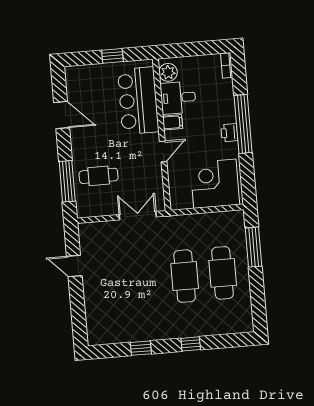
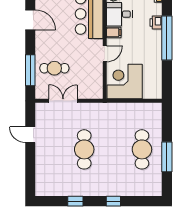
printer: (229, 133) -> (156, 22), moved
corner desk: (215, 184) -> (125, 81), moved
double door: (138, 216) -> (63, 101), moved
window: (253, 247) -> (167, 157), moved
cafe table: (185, 276) -> (84, 149), moved

